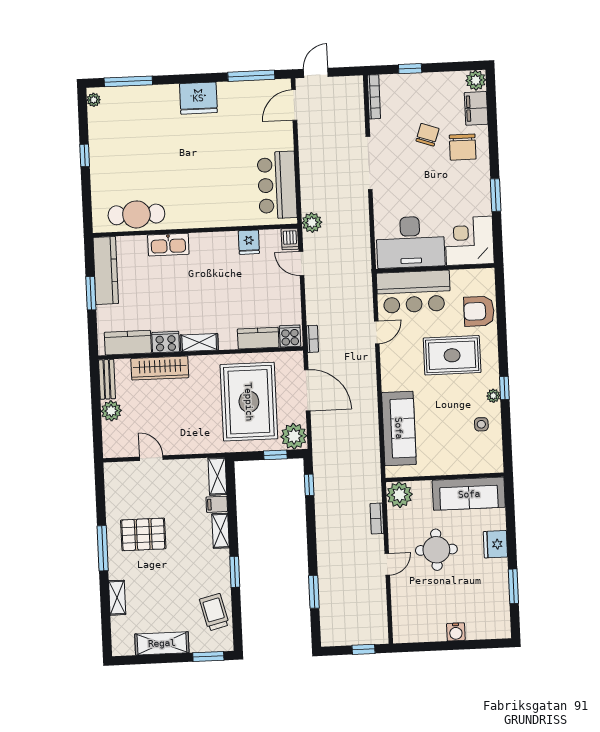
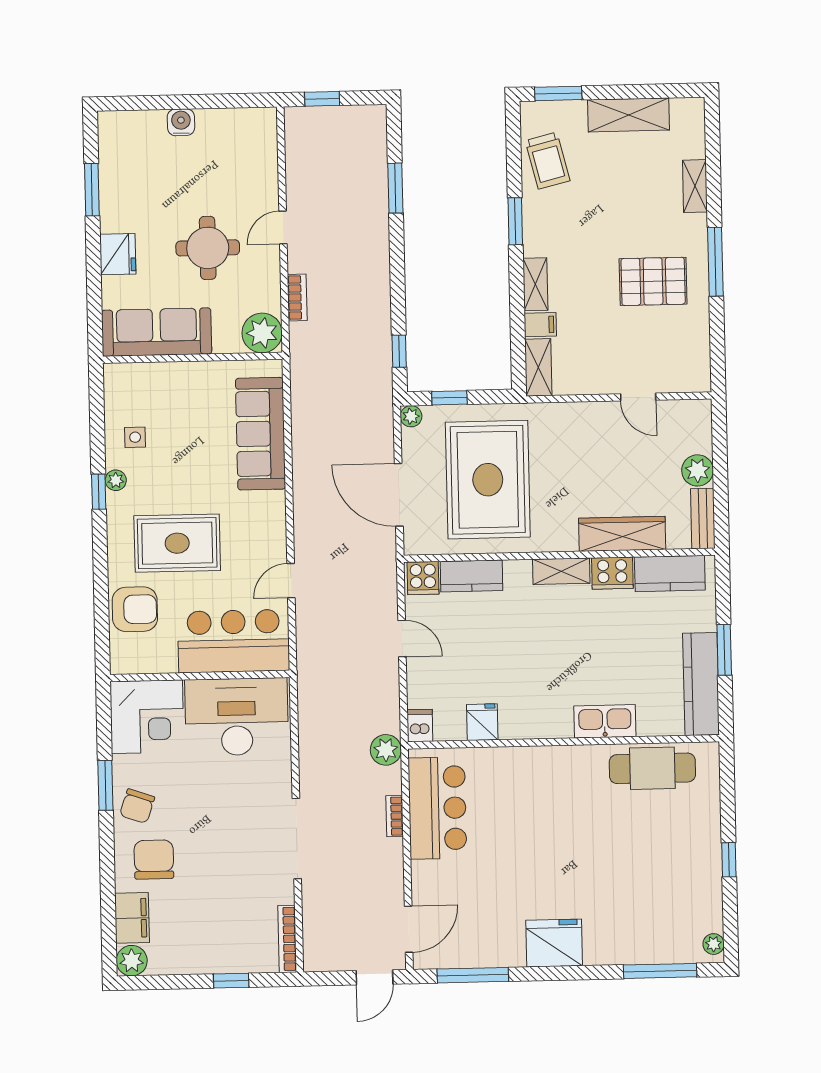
chair: (427, 135) -> (137, 806), moved
door: (301, 263) -> (402, 639), moved
bookcase: (312, 339) -> (395, 816), moved
plant: (294, 436) -> (411, 416), width x0.53, depth x0.53

